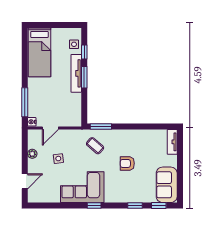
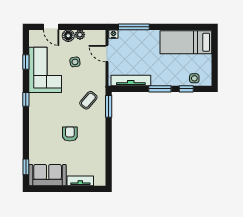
tv unit: (76, 73) -> (131, 81), moved
tv unit: (172, 142) -> (80, 181), moved
floor lamp: (33, 165) -> (68, 36), added
corner sofa: (82, 187) -> (45, 70), moved
window: (135, 206) -> (26, 62), moved

